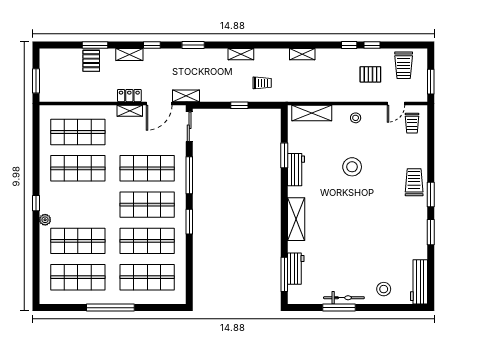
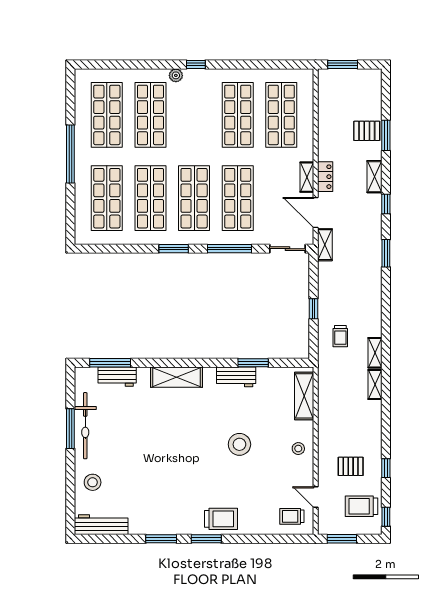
window: (349, 45) -> (386, 517), moved
shelving: (241, 54) -> (375, 353), moved
pallet: (370, 74) -> (351, 466), turned 90
bicycle: (344, 298) -> (85, 426), width x1.37, depth x1.40

